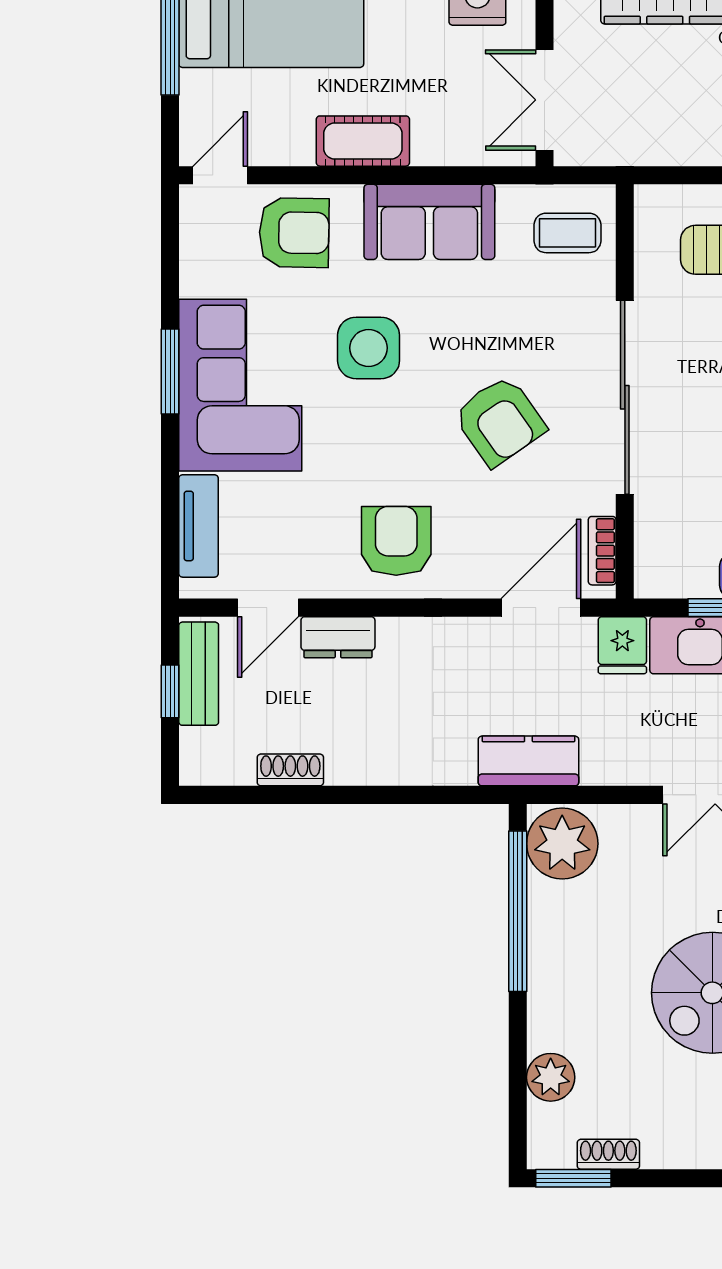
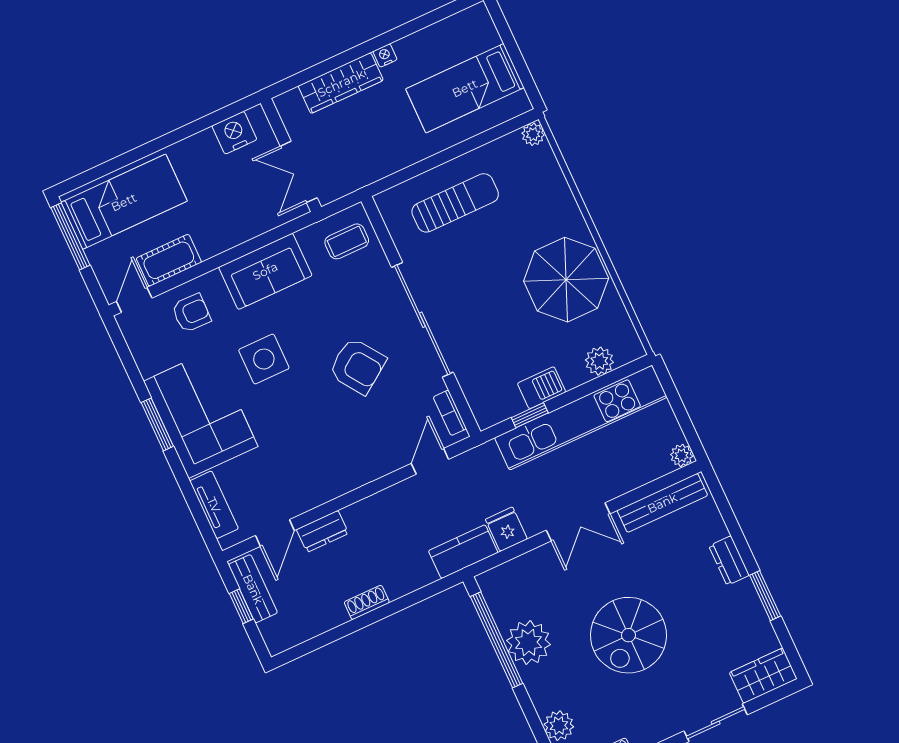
cot: (363, 141) -> (169, 260), moved
armchair: (294, 233) -> (191, 313), width x0.72, depth x0.72
armchair: (396, 541) -> (330, 461), removed
door: (541, 608) -> (430, 461), width x0.73
fridge: (622, 645) -> (506, 529), moved, turned 180
shoe rack: (290, 770) -> (367, 602), moved
plant: (562, 844) -> (528, 643), moved

